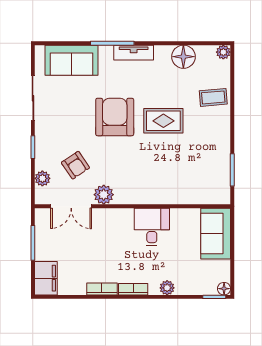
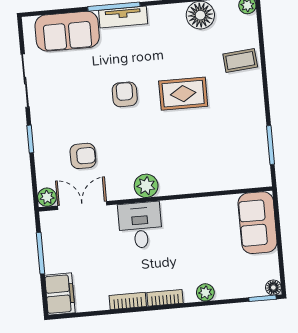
tv unit: (134, 53) -> (123, 17), moved
armchair: (115, 117) -> (125, 94), width x0.53, depth x0.53
armchair: (75, 165) -> (83, 156), turned -56
plant: (42, 178) -> (47, 197), moved
plant: (104, 195) -> (146, 186), moved
double door: (71, 206) -> (82, 206), swing flipped
desk: (152, 227) -> (140, 225), moved

